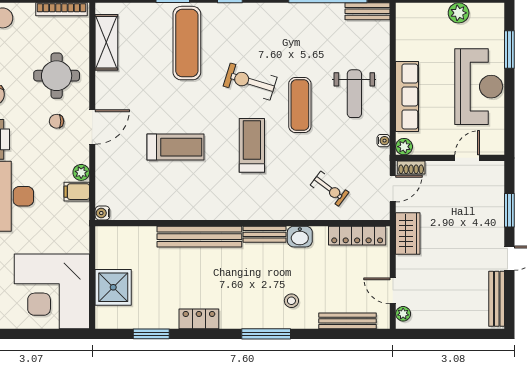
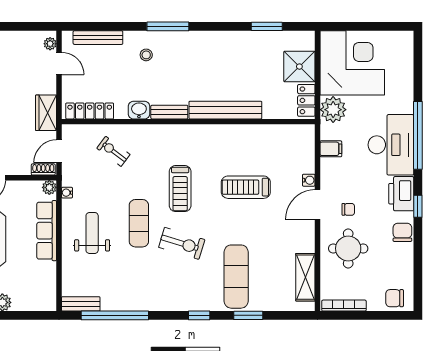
plant: (81, 172) -> (333, 110), moved, width x1.88, depth x1.88
water cooler: (102, 213) -> (309, 180), moved
locker: (199, 319) -> (306, 100), moved, turned 90

